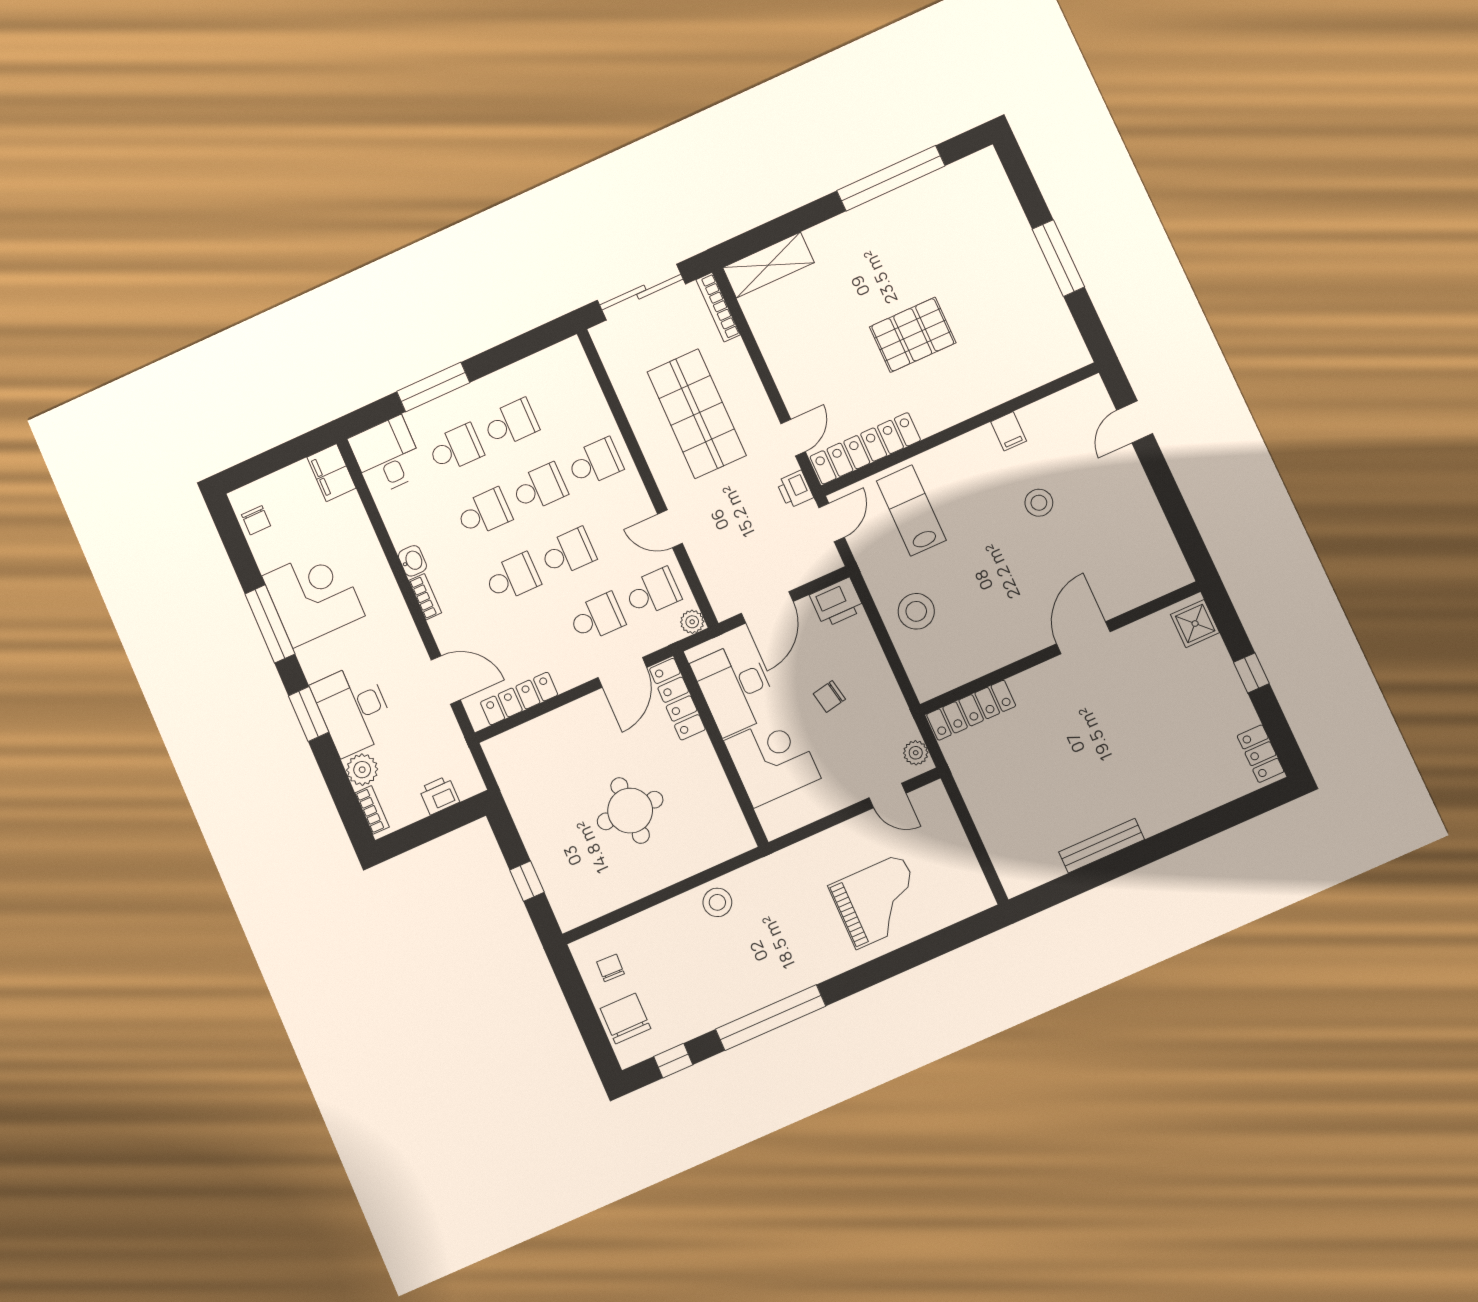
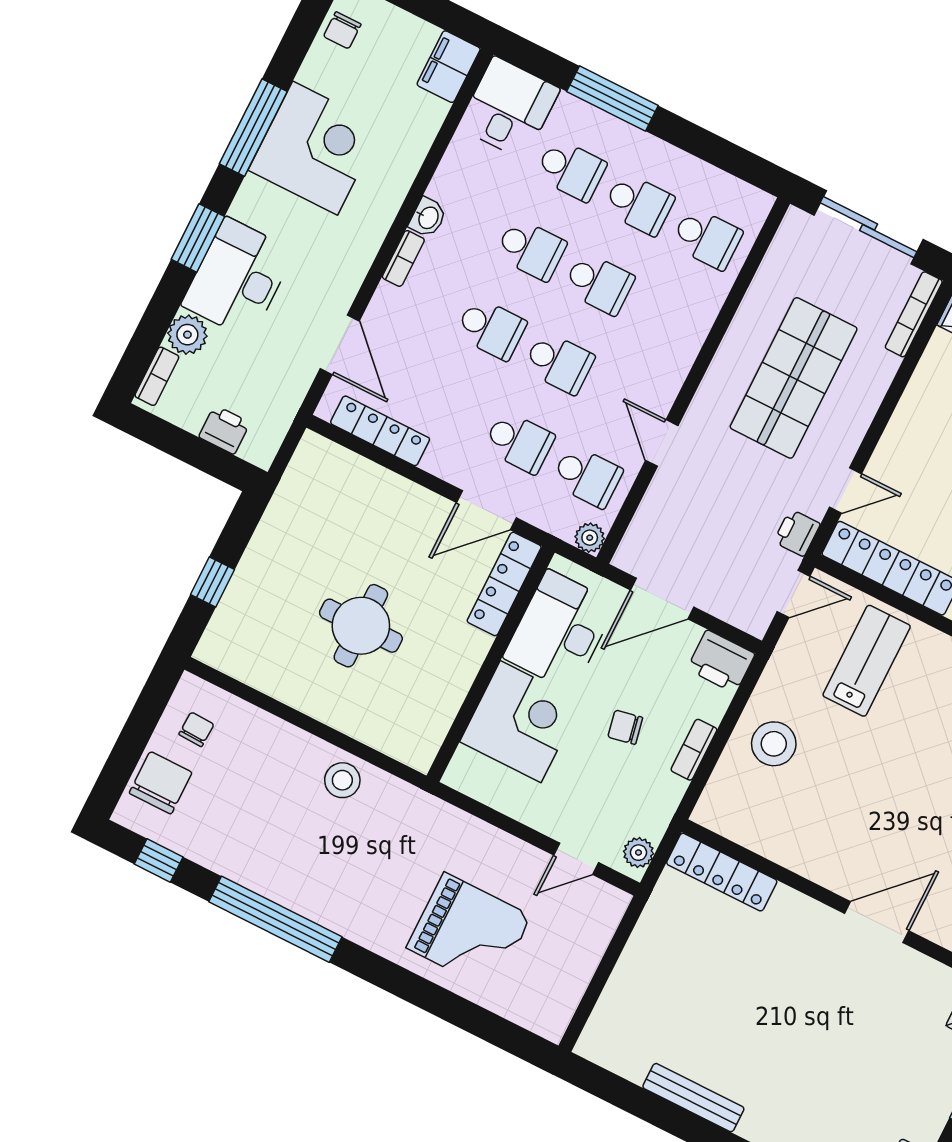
school desk: (595, 462) -> (707, 238), moved
bookcase: (879, 665) -> (694, 750), added
door: (888, 795) -> (576, 859), hinge flipped

